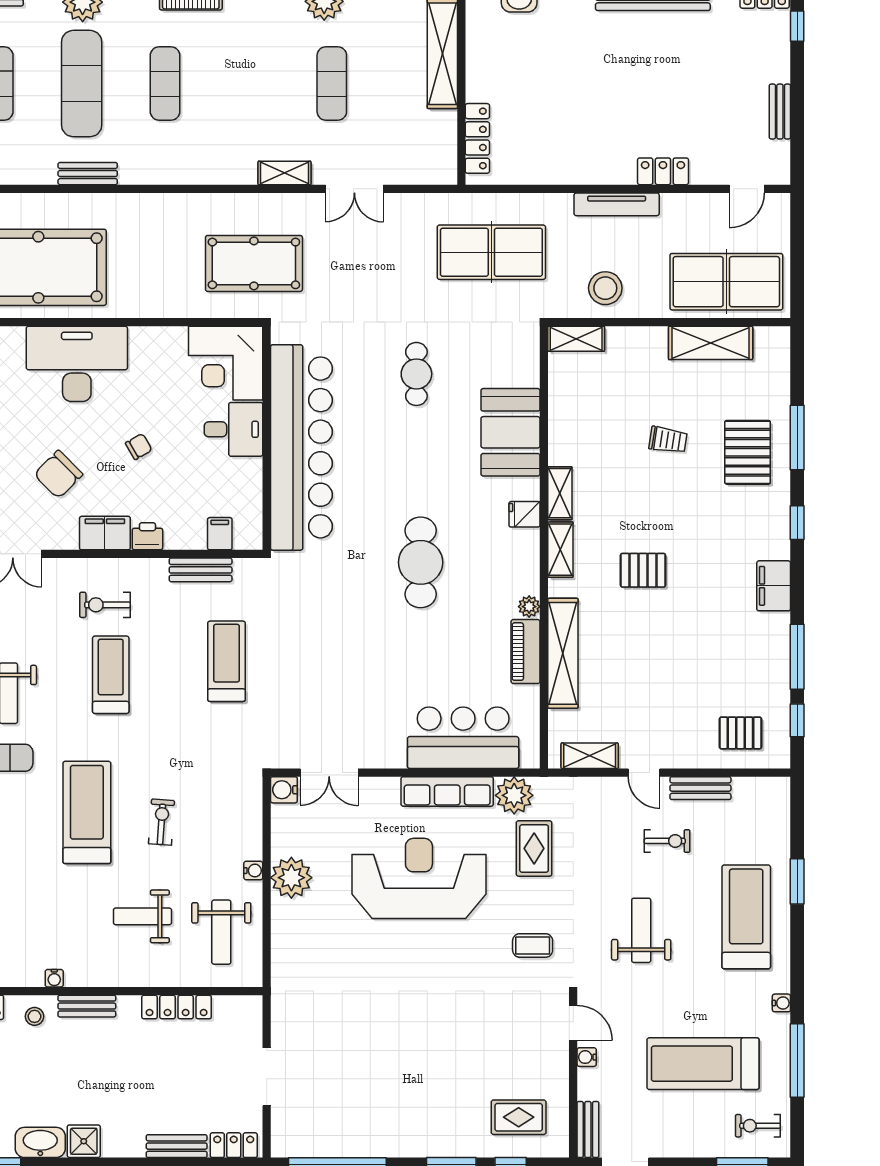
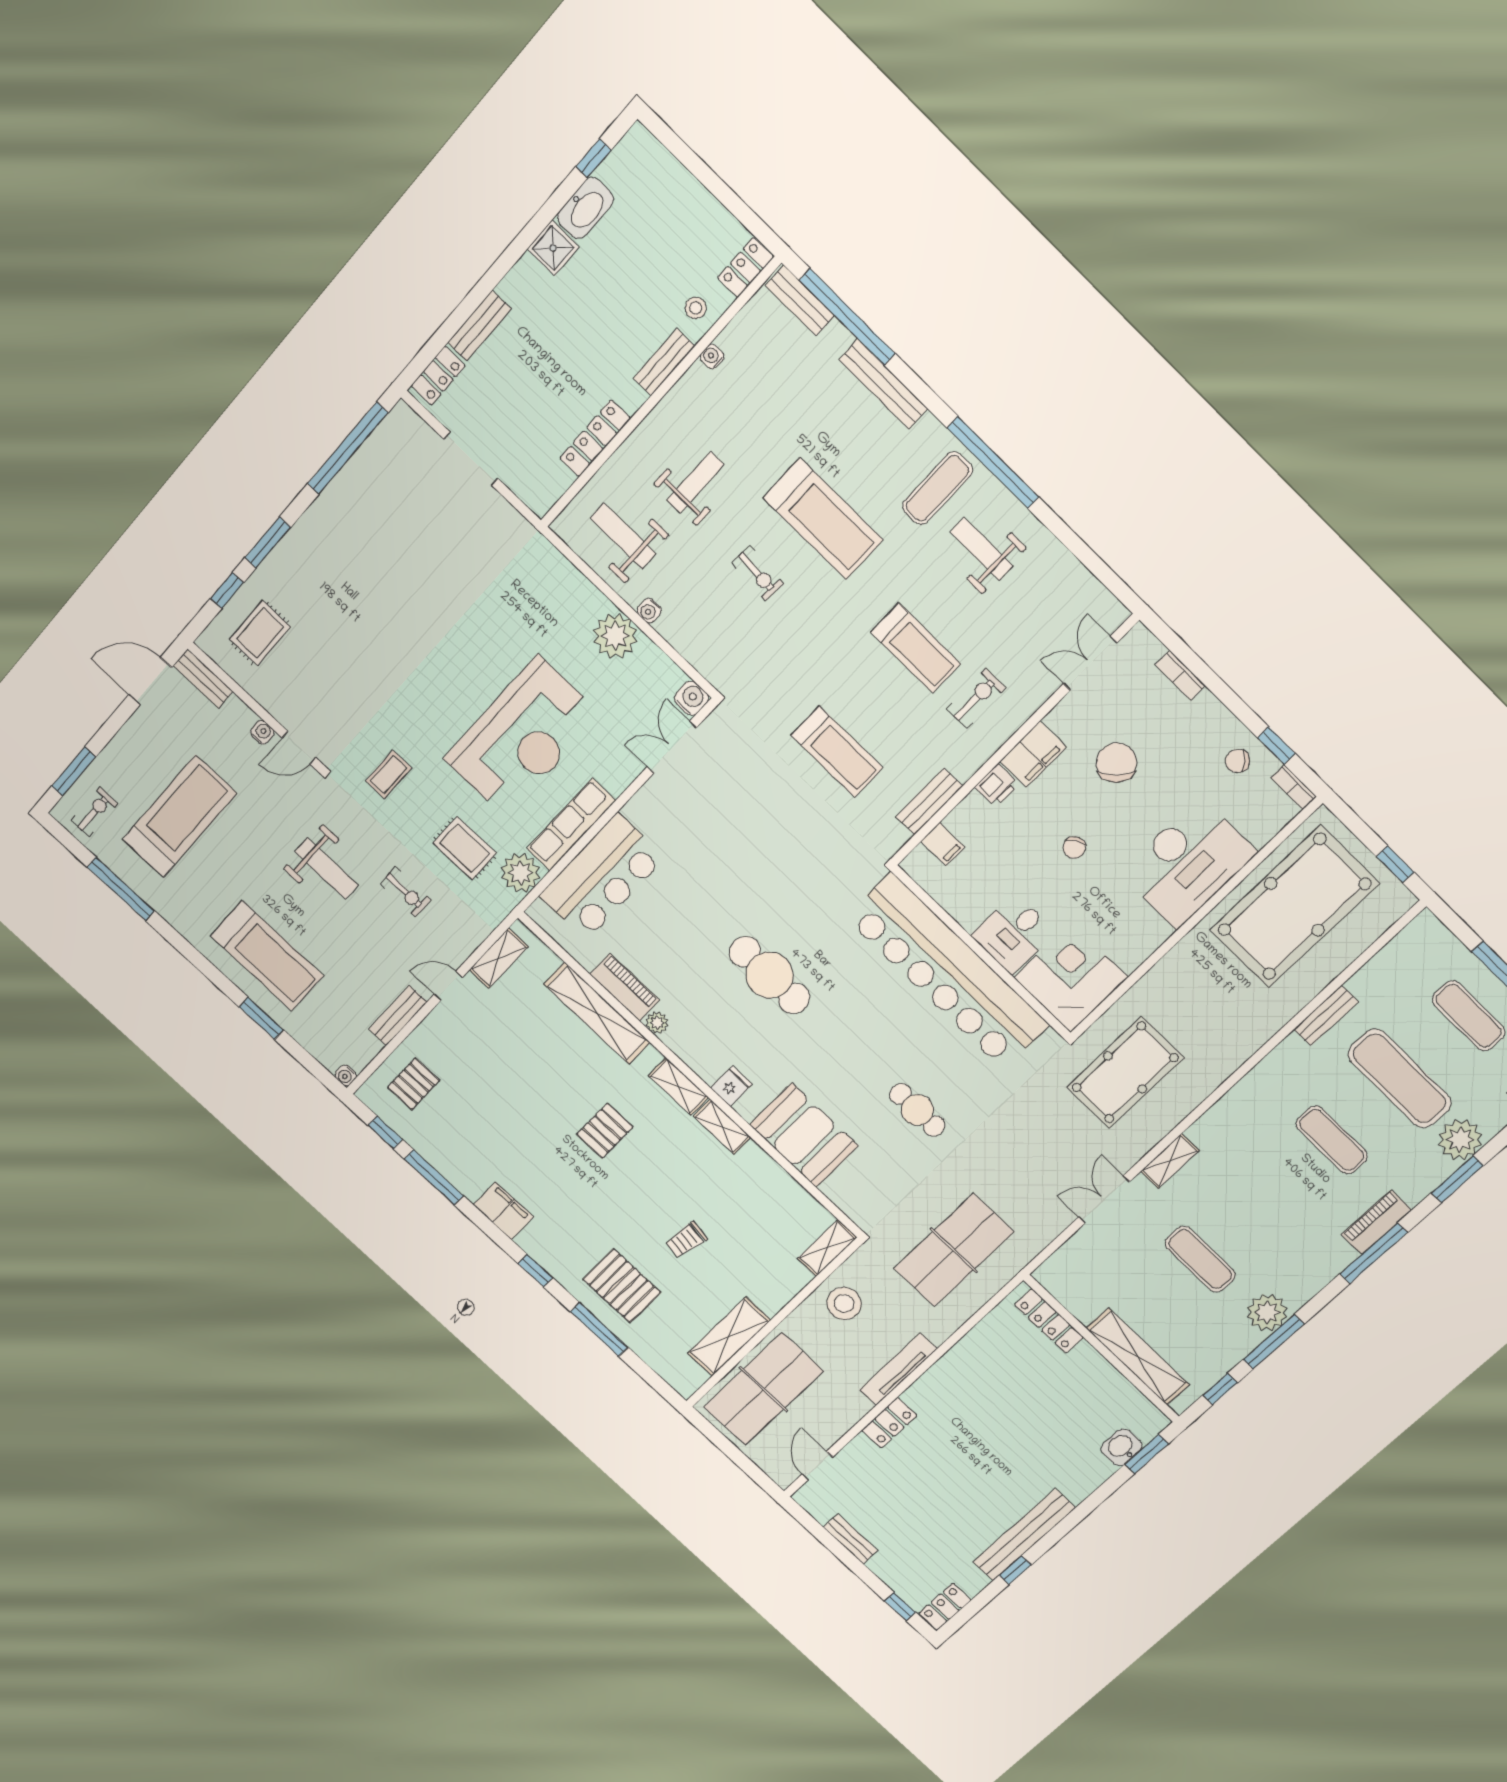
exercise bike: (667, 841) -> (405, 892), moved, turned -90
water cooler: (781, 1003) -> (346, 1075), moved

